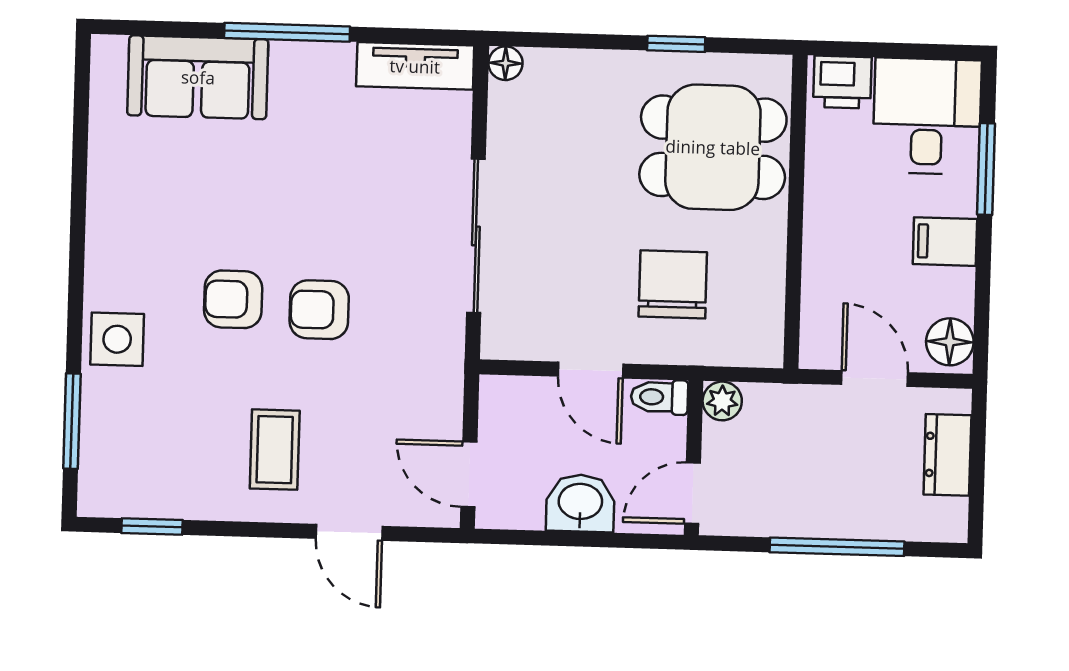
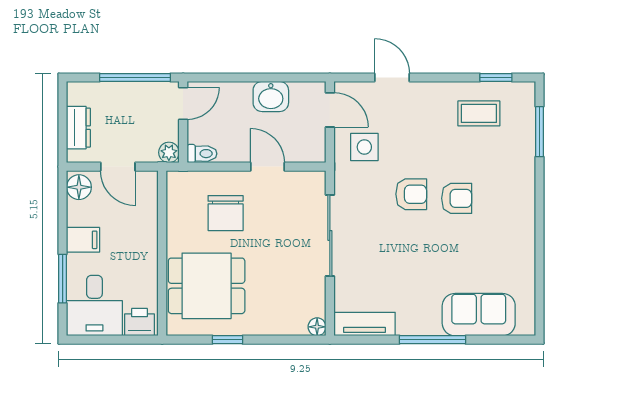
side table: (117, 339) -> (364, 147), moved
toilet: (660, 397) -> (202, 154), moved
plant: (722, 401) -> (169, 152), moved
coffee table: (275, 450) -> (479, 113), moved, turned 90
wall: (694, 458) -> (183, 122), moved
door: (692, 493) -> (183, 103), moved

